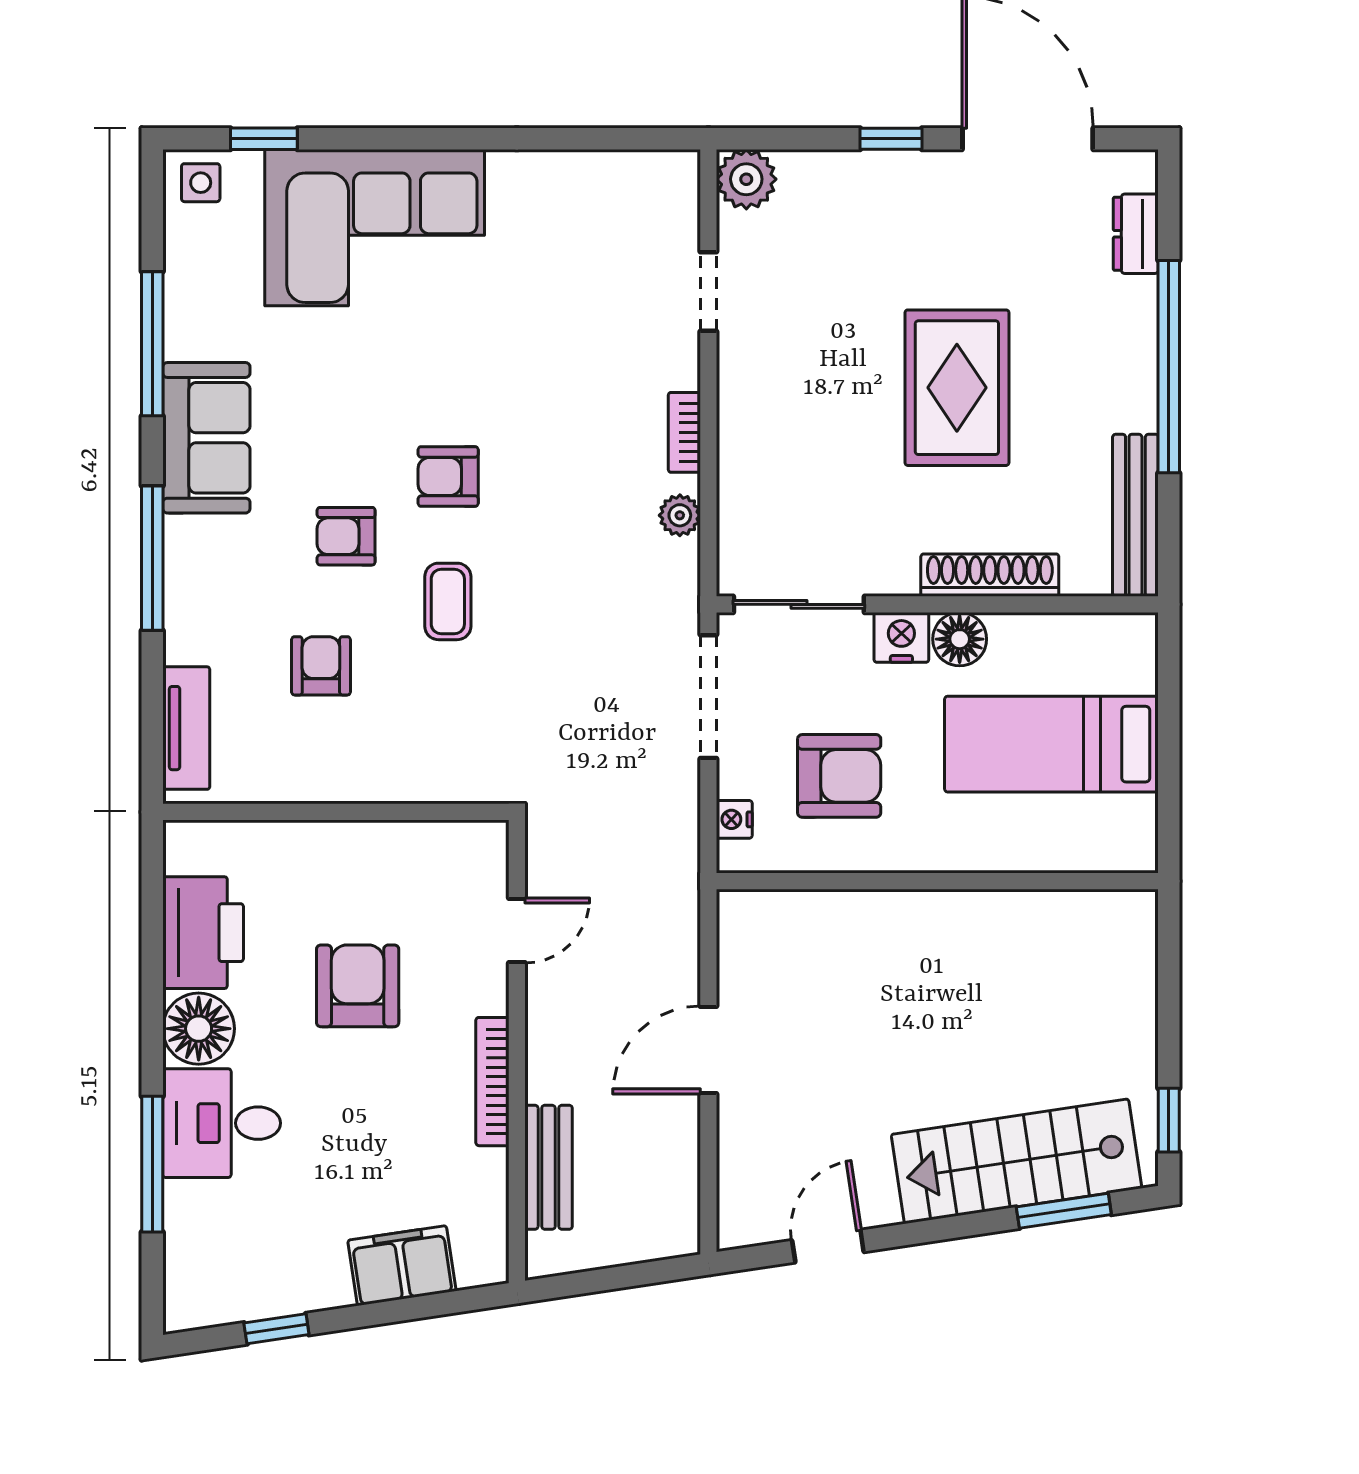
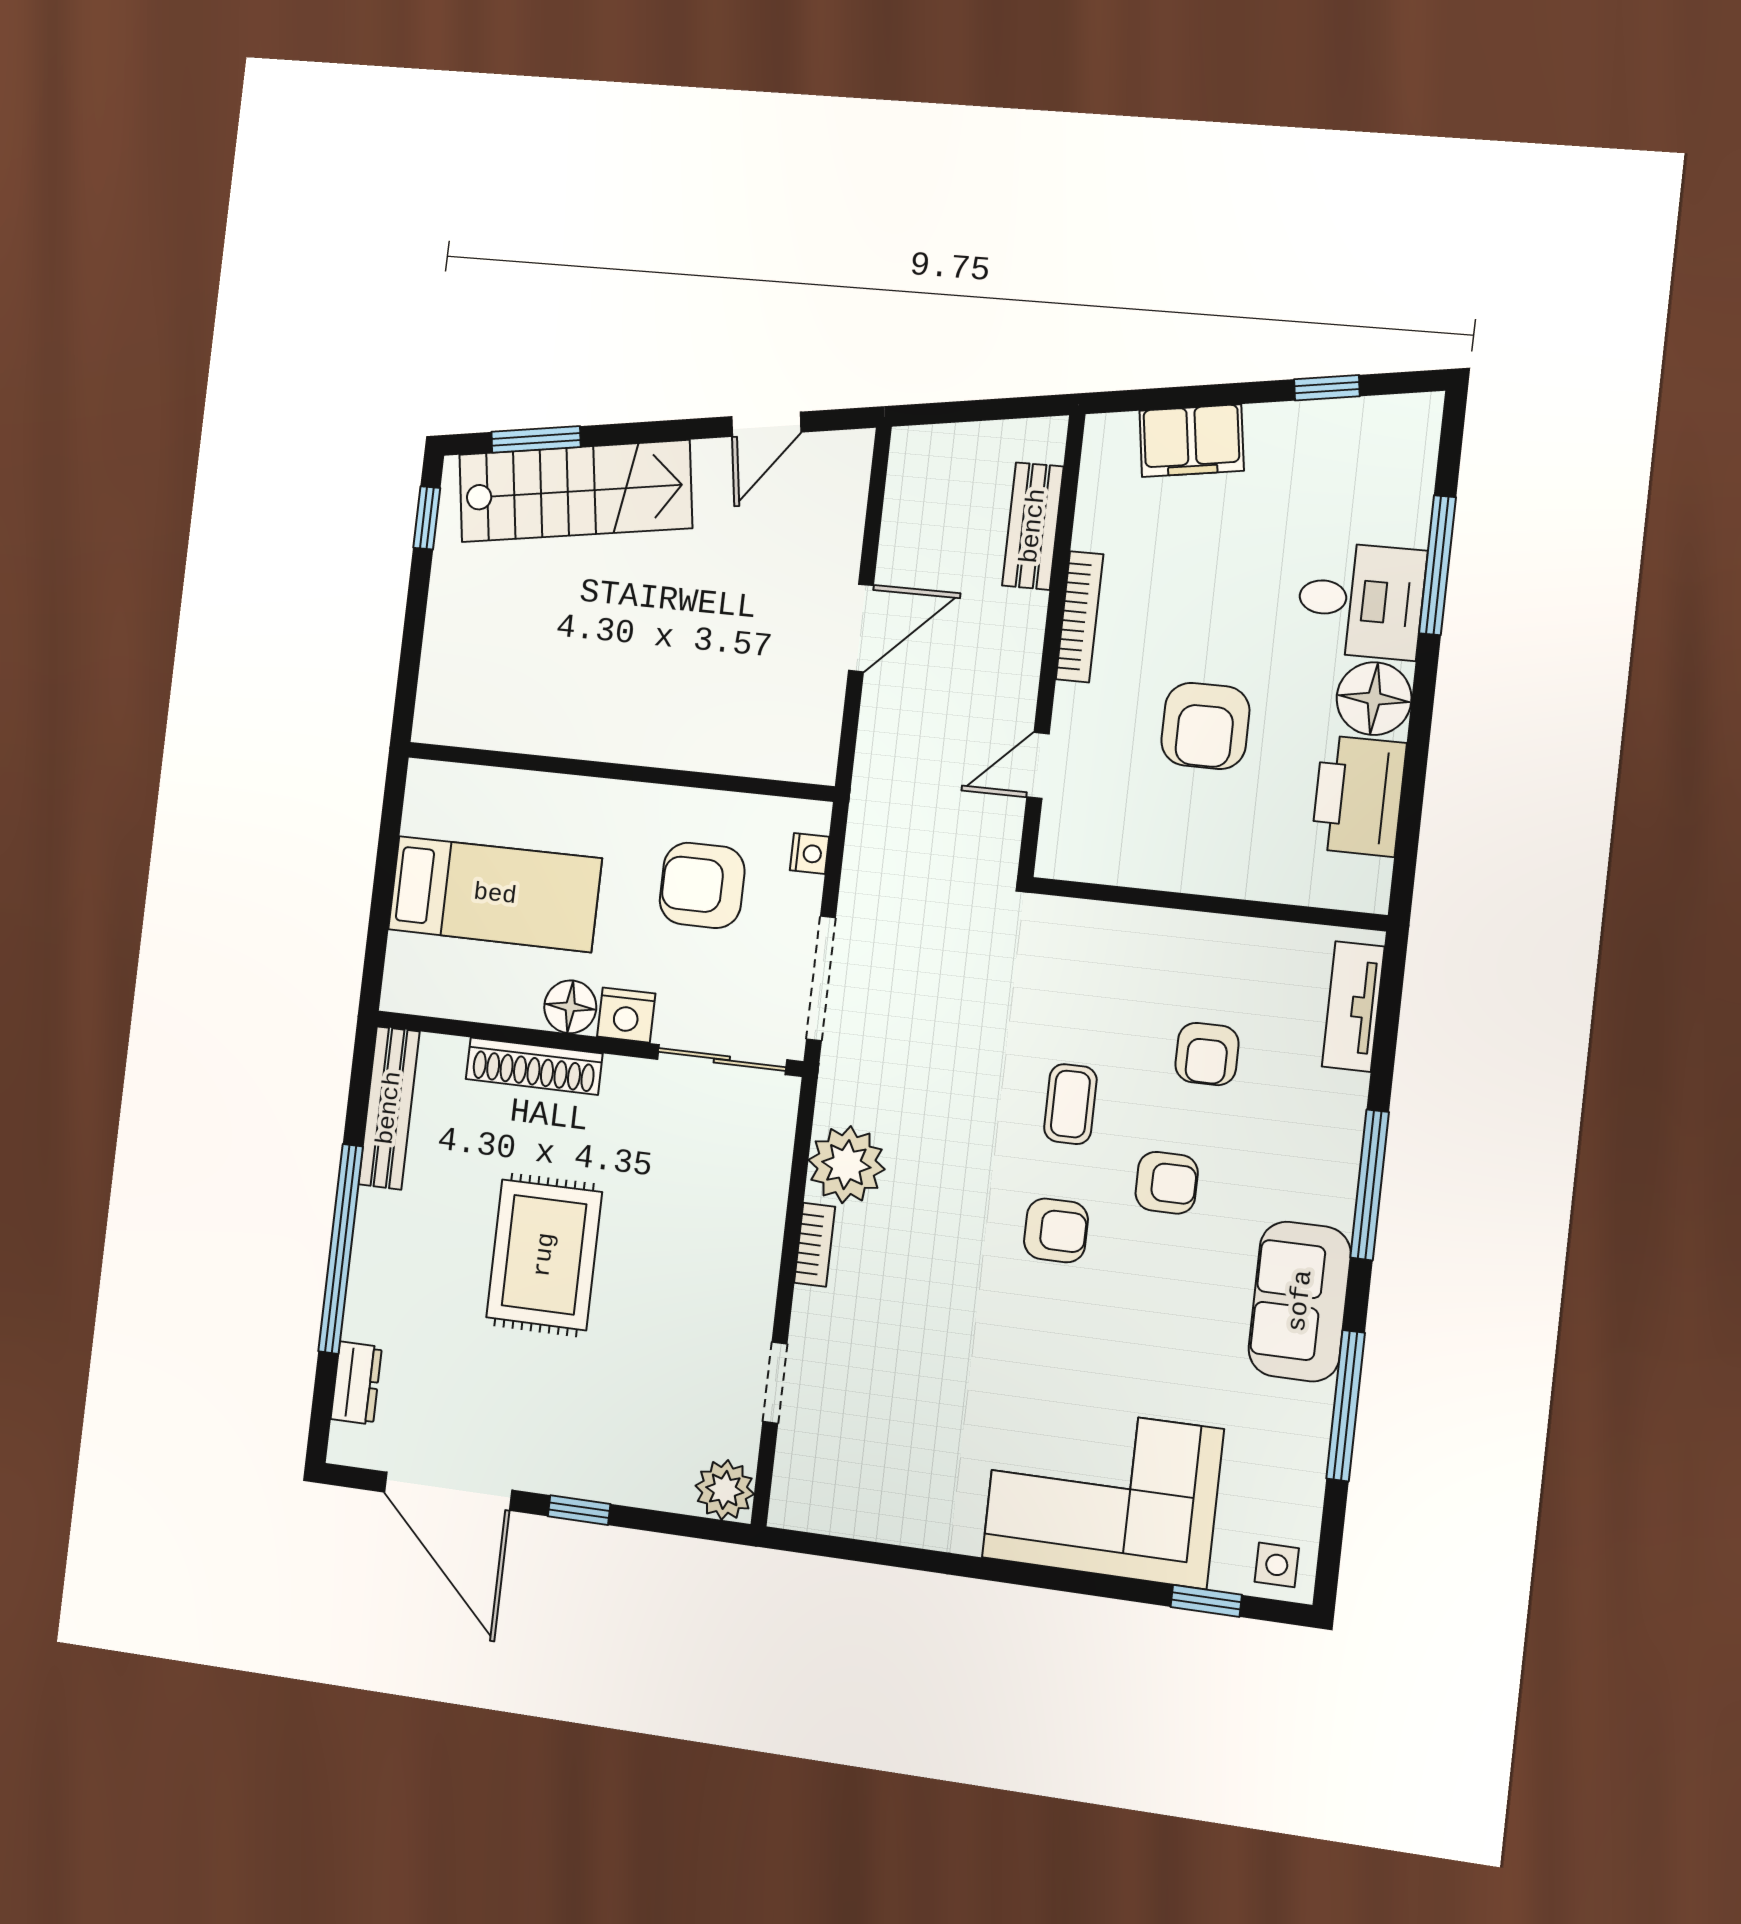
plant: (680, 515) -> (846, 1165), width x1.88, depth x1.88

